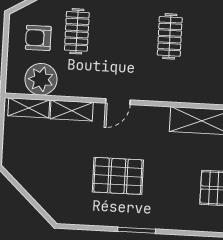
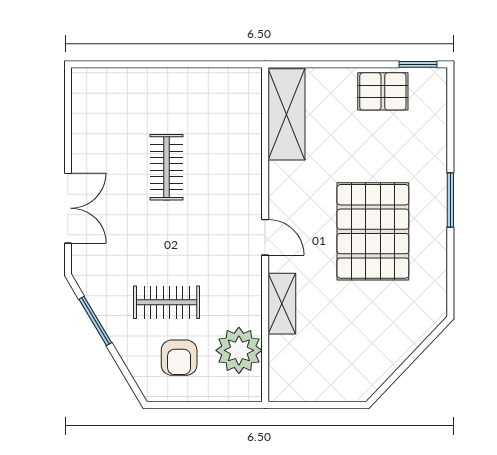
clothes rail: (170, 36) -> (167, 167), turned 90
shelving: (29, 108) -> (281, 366), removed
pallet: (118, 176) -> (373, 231), width x1.37, depth x1.41

